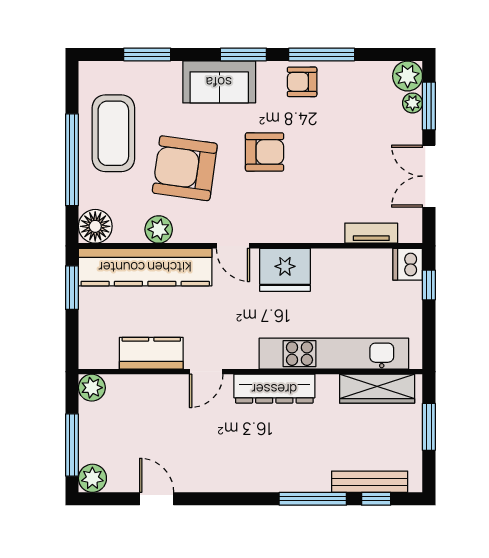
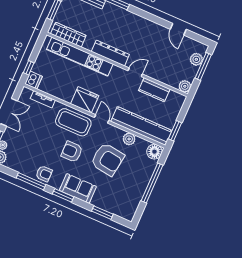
coffee table: (113, 133) -> (73, 122), moved, turned 90
plant: (92, 478) -> (196, 59), moved

